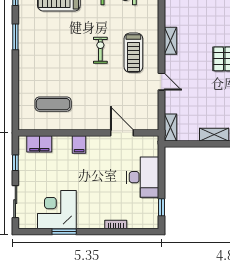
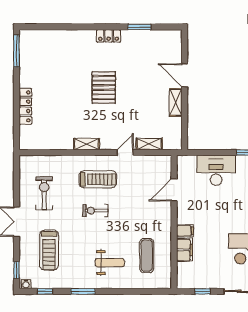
weight bench: (46, 65) -> (110, 263), added
shelving: (170, 128) -> (149, 144), moved
filing cabinet: (39, 144) -> (184, 250), moved

